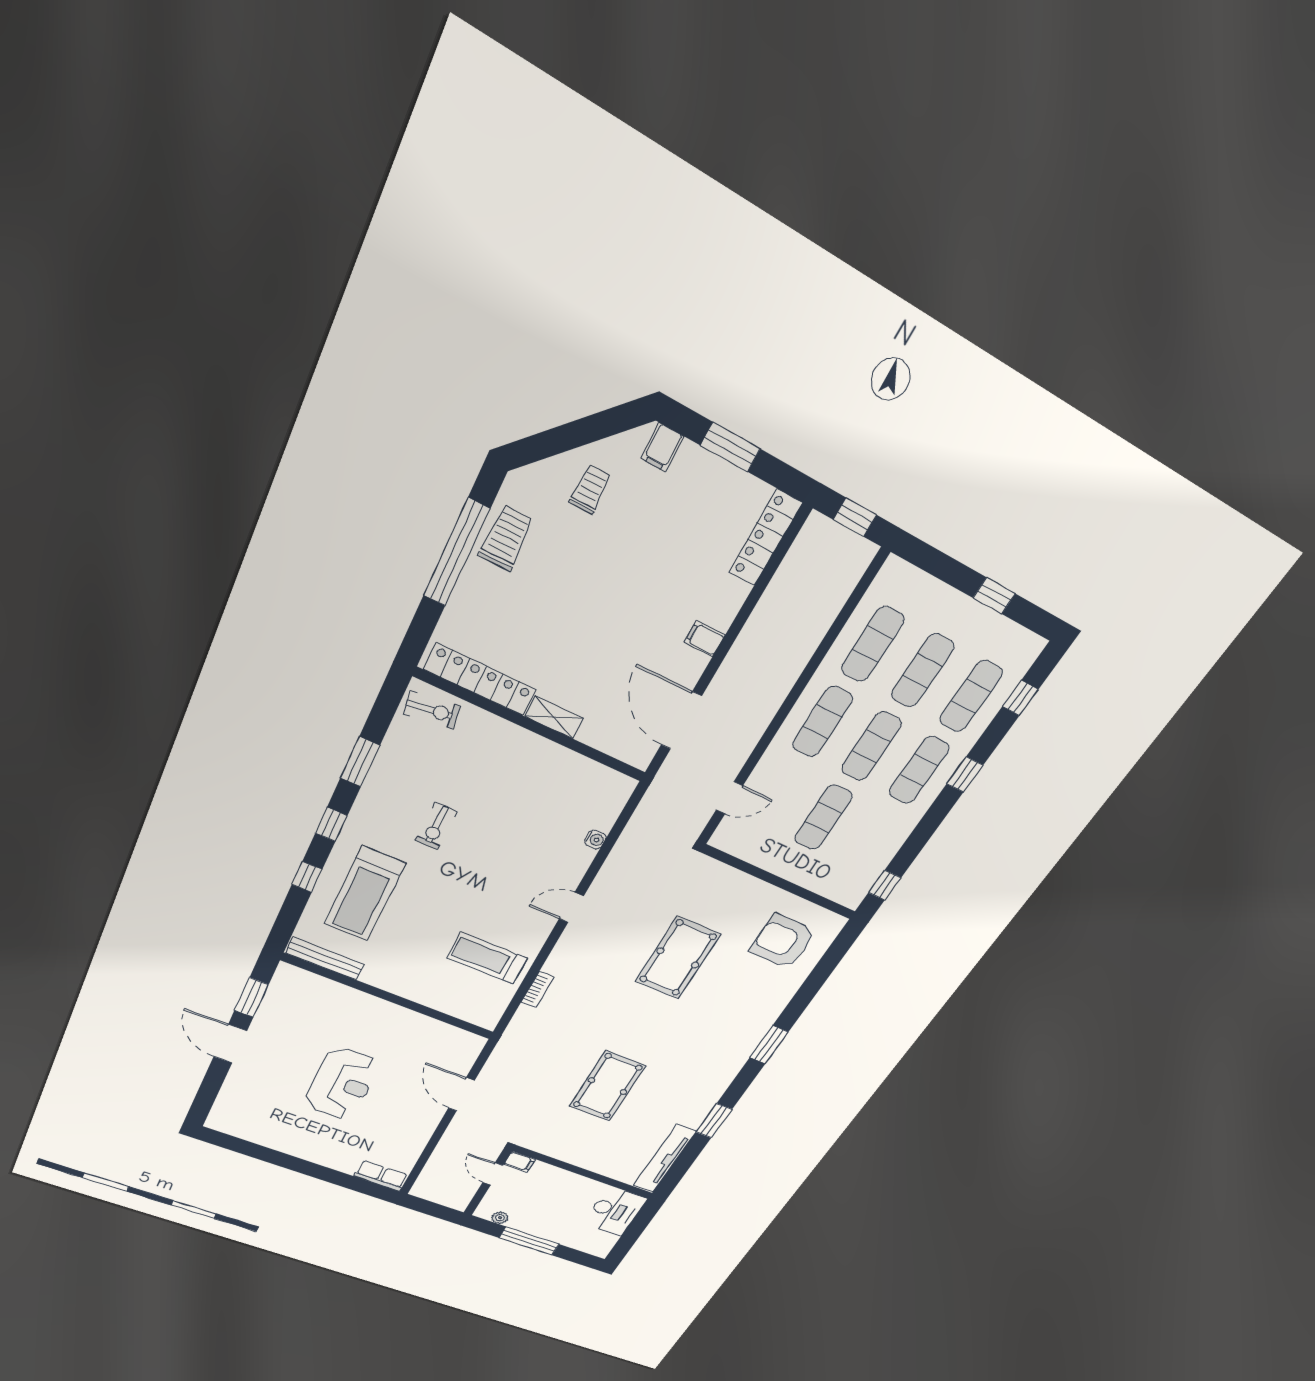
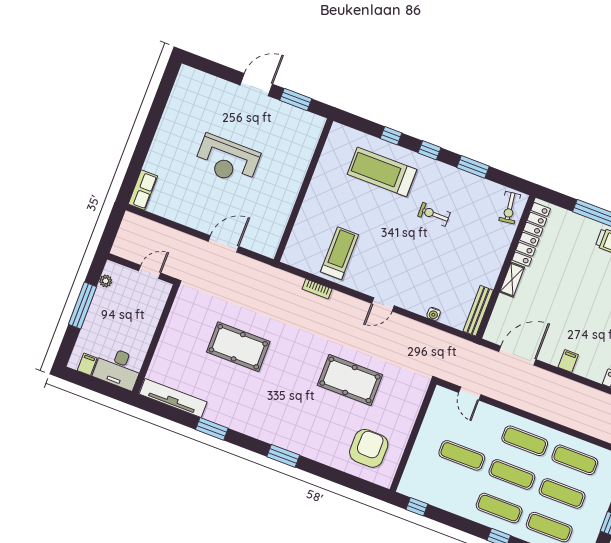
door: (571, 907) -> (383, 304), swing flipped
bench: (325, 959) -> (478, 311), moved
filing cabinet: (519, 1162) -> (87, 364), moved, turned 180

